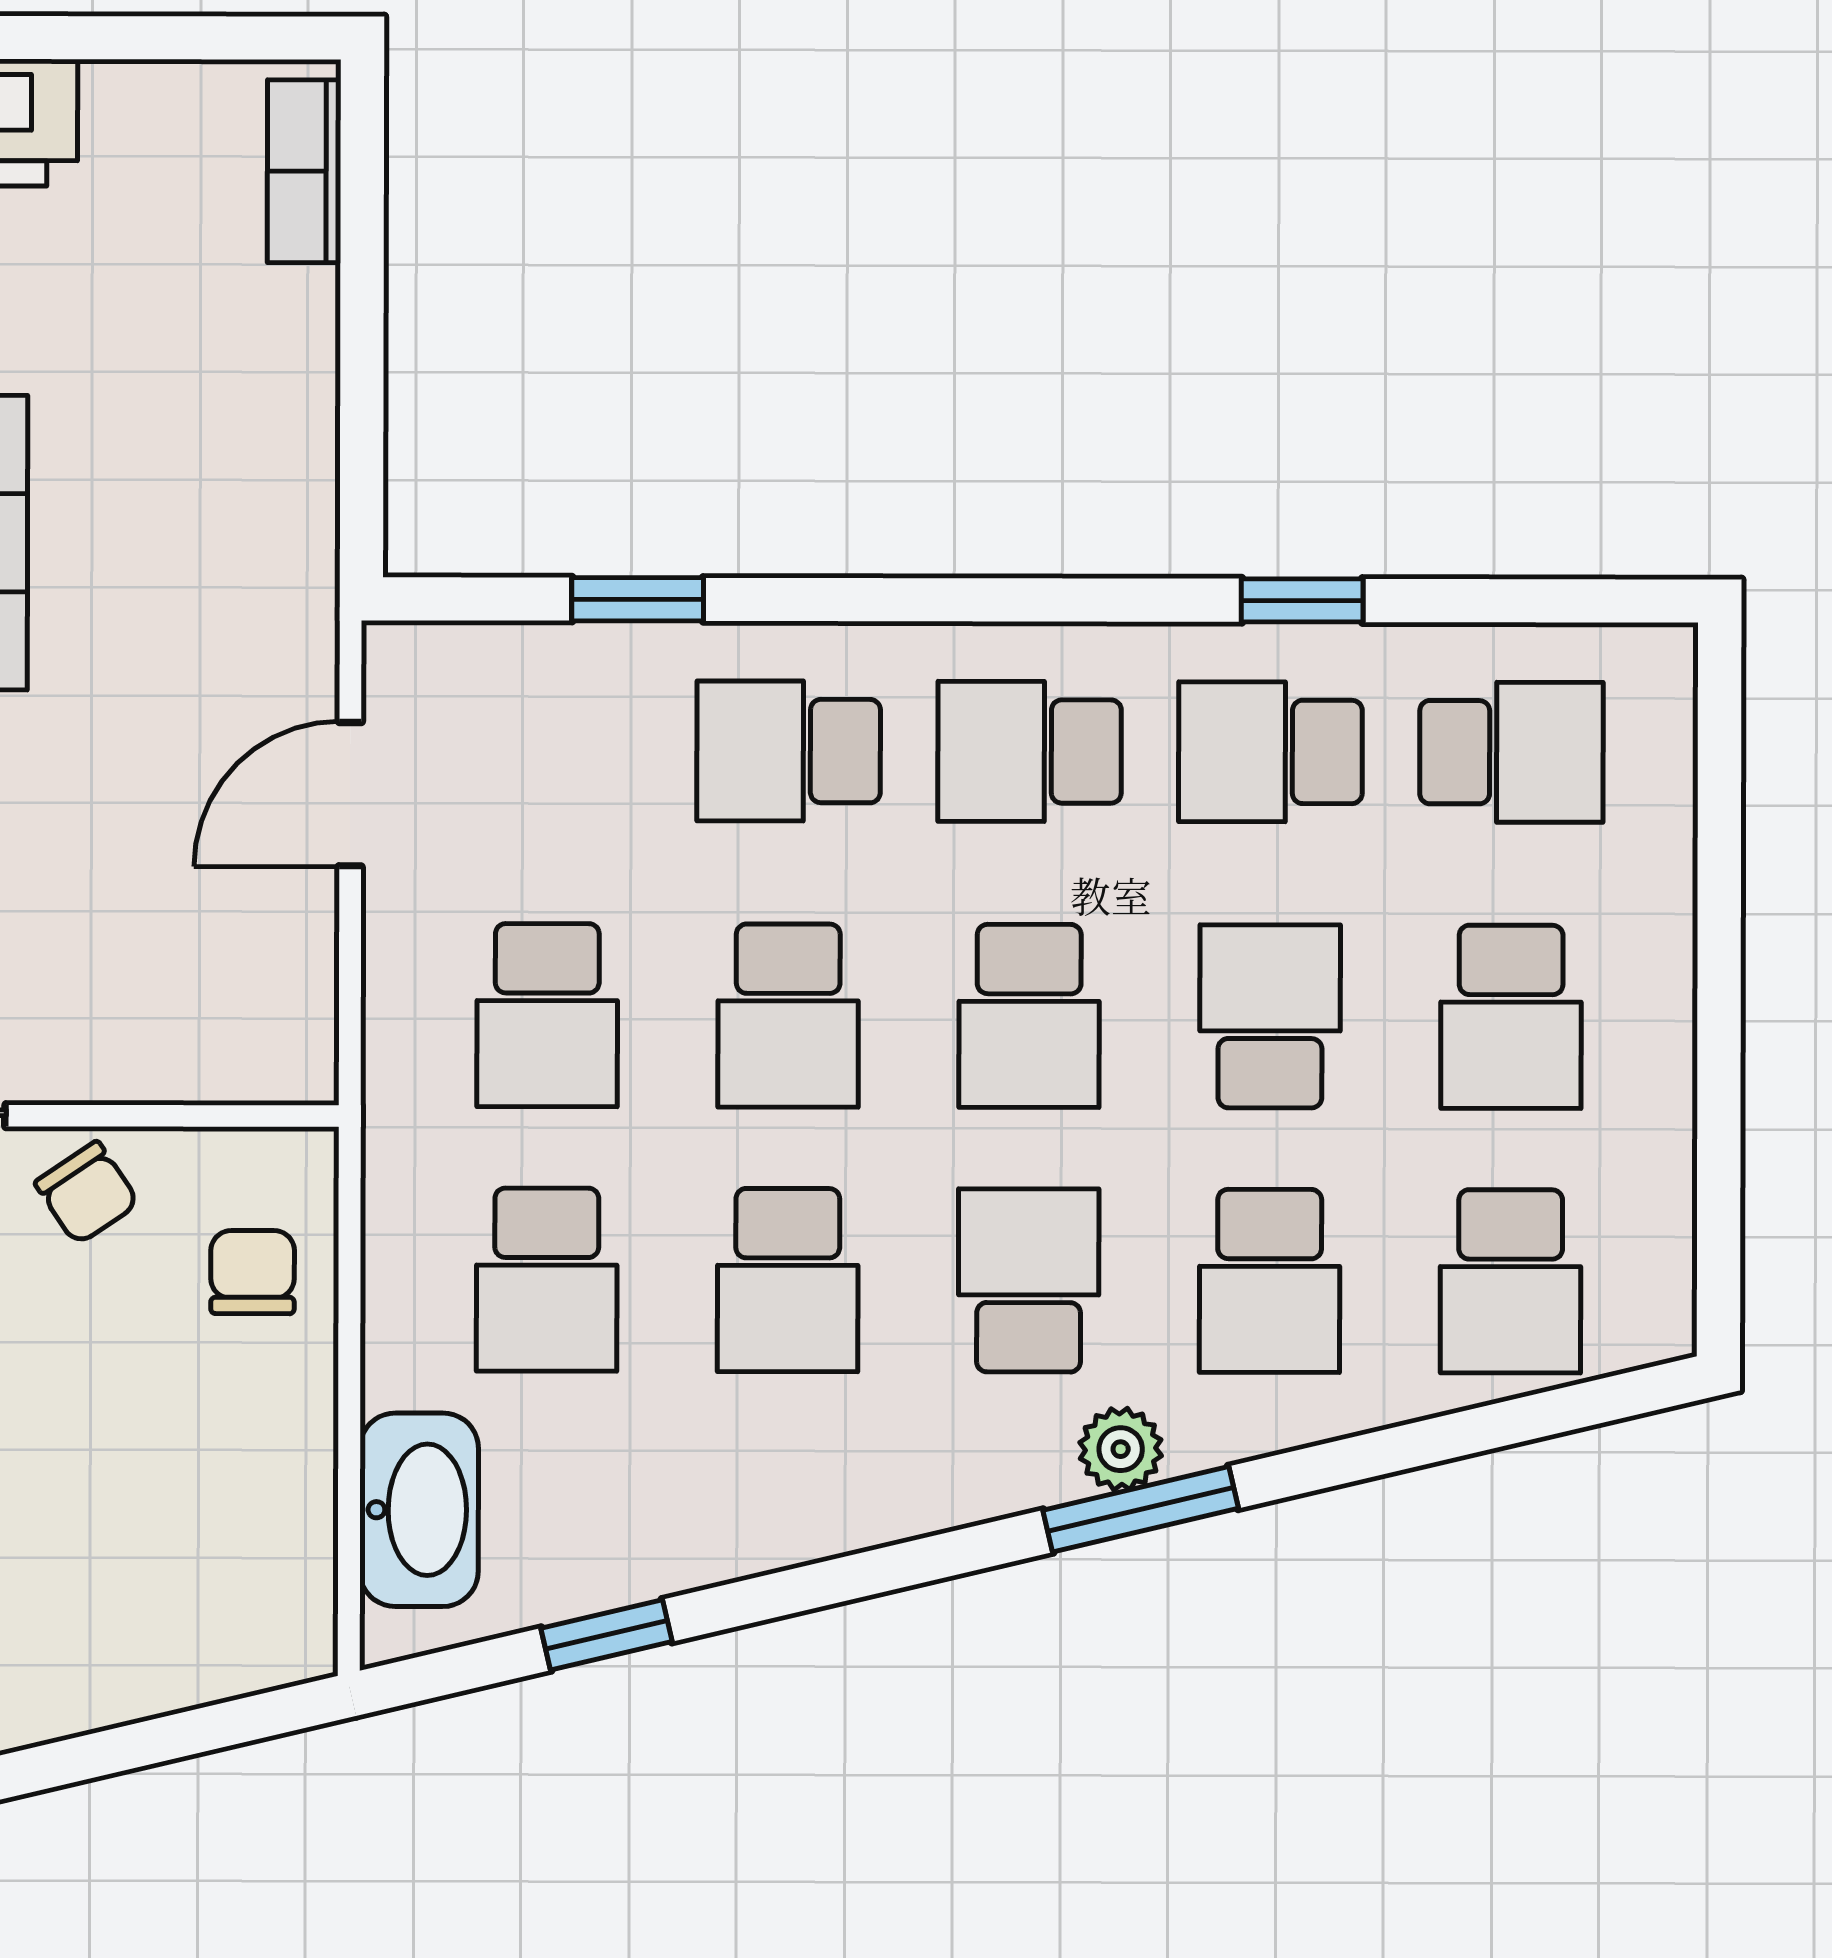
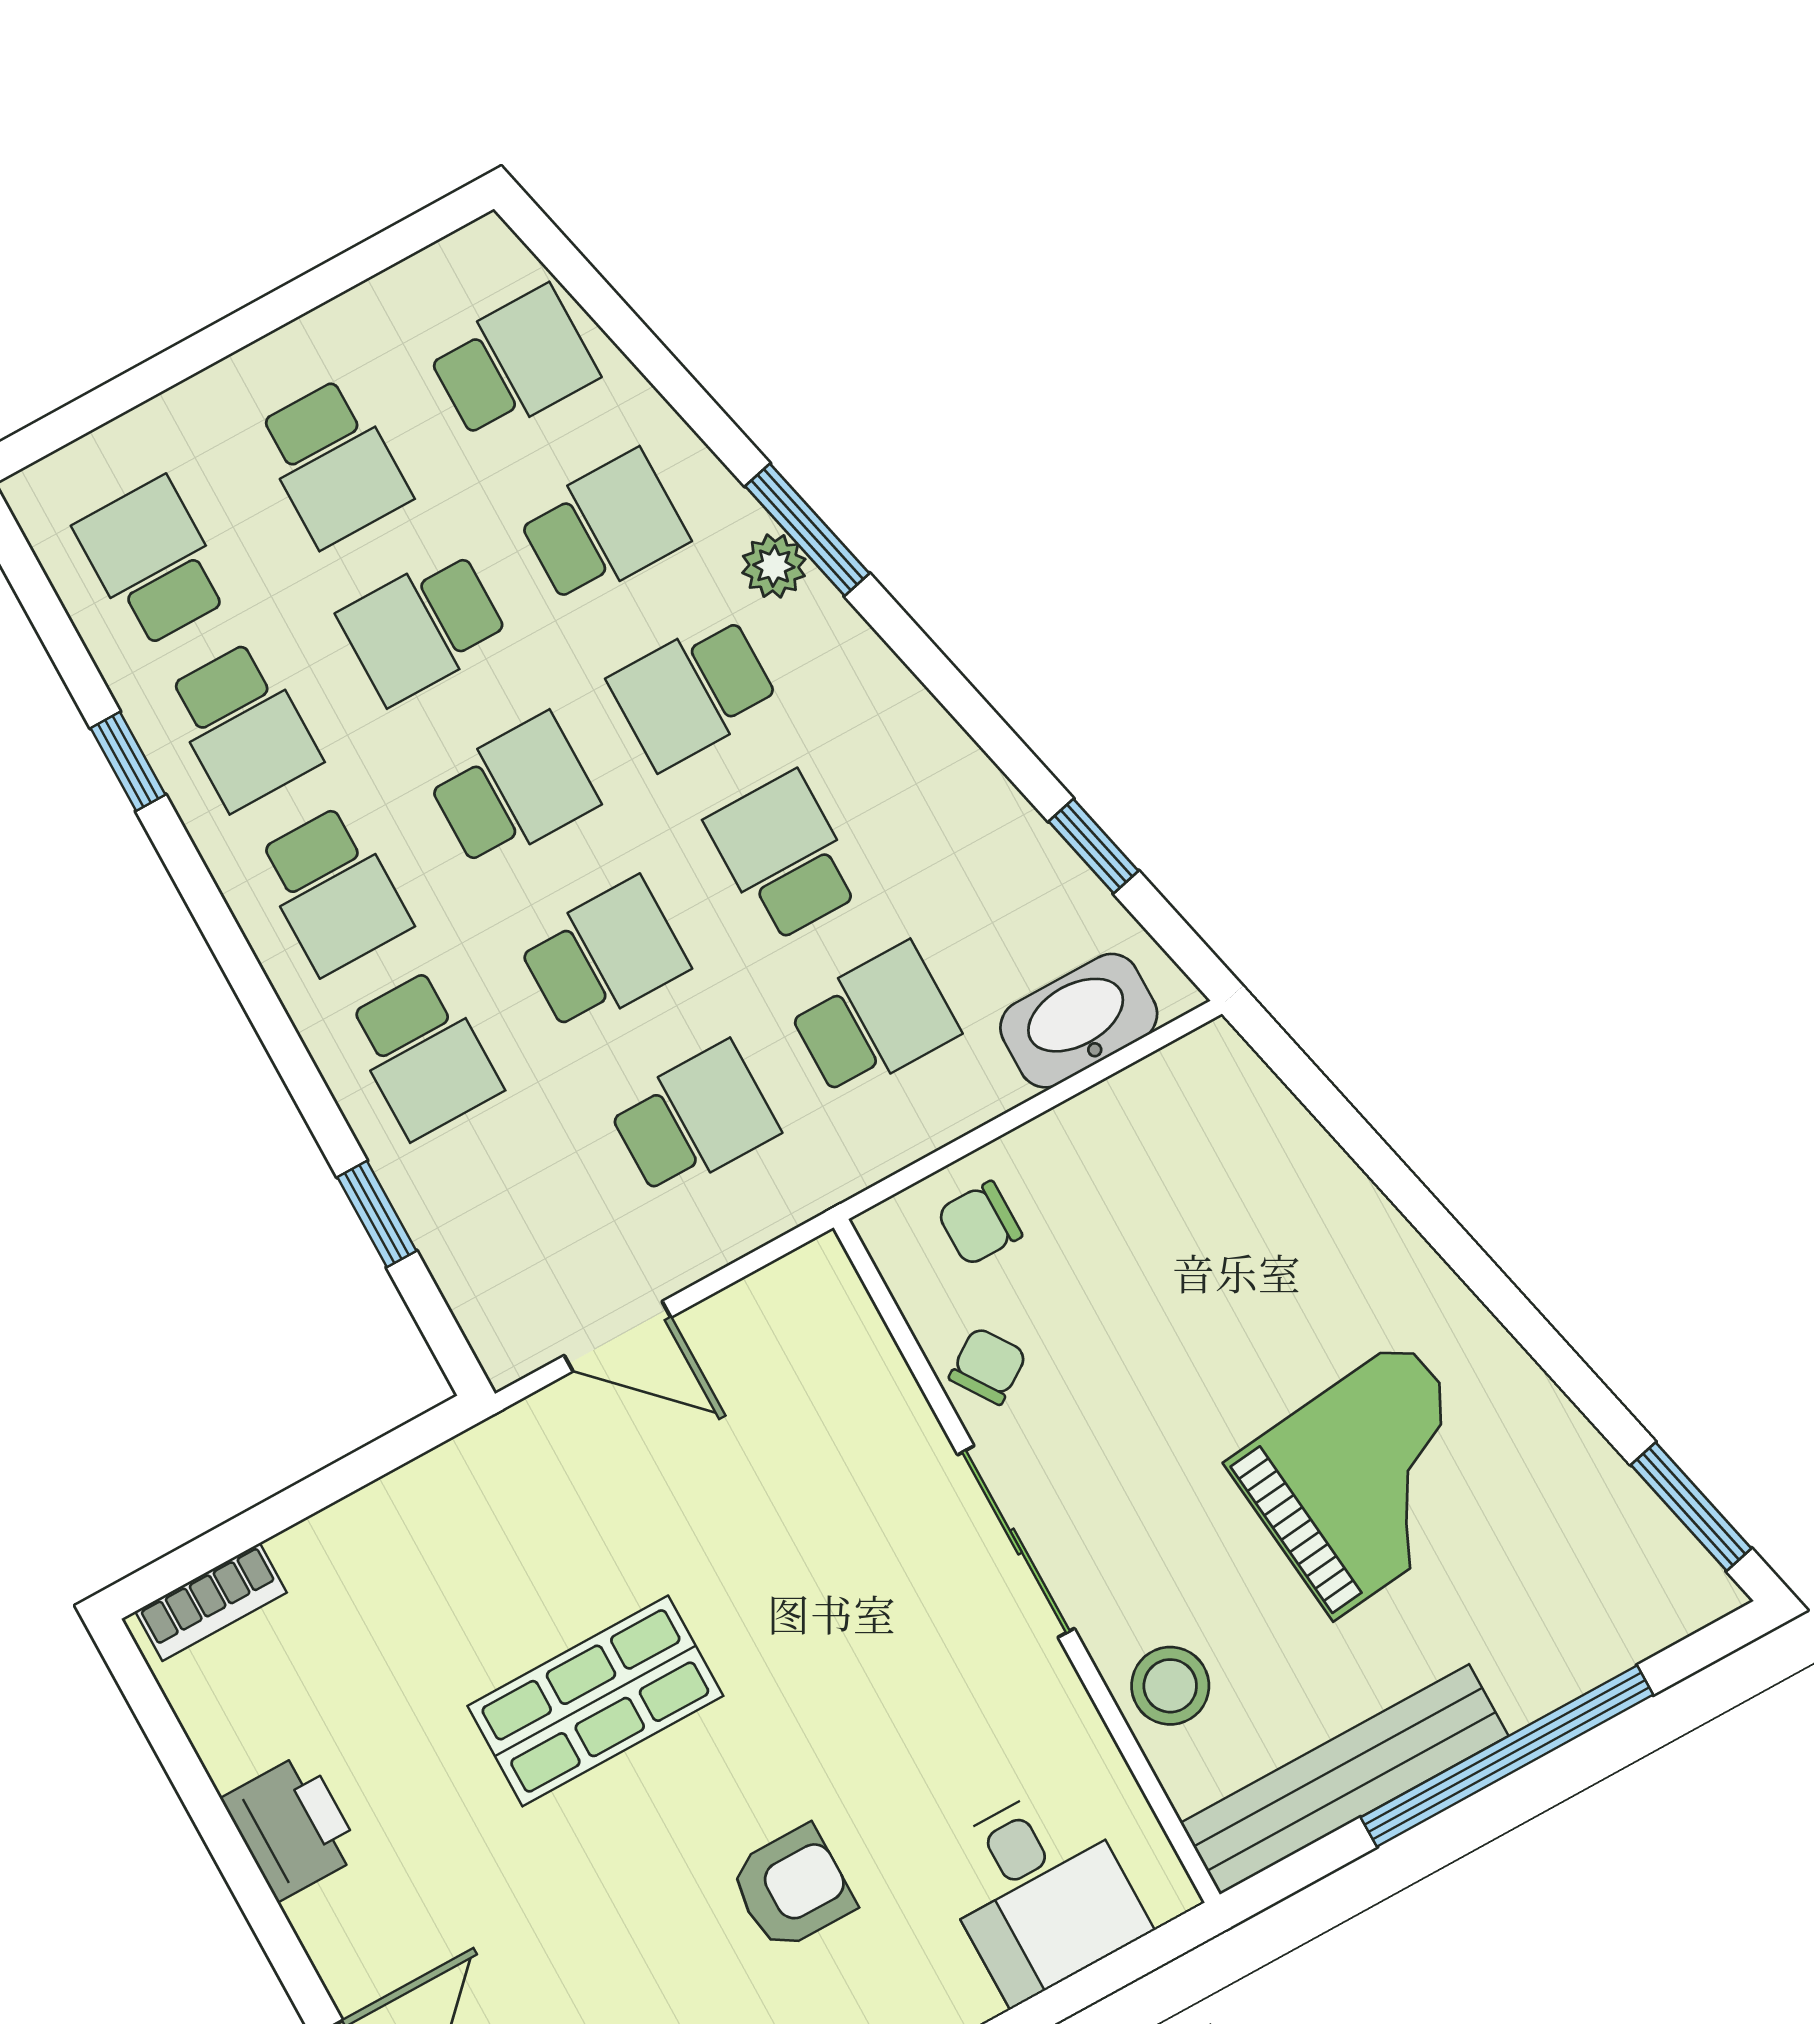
school desk: (1511, 1017) -> (333, 463), turned 90
school desk: (788, 1280) -> (784, 856), turned -90

